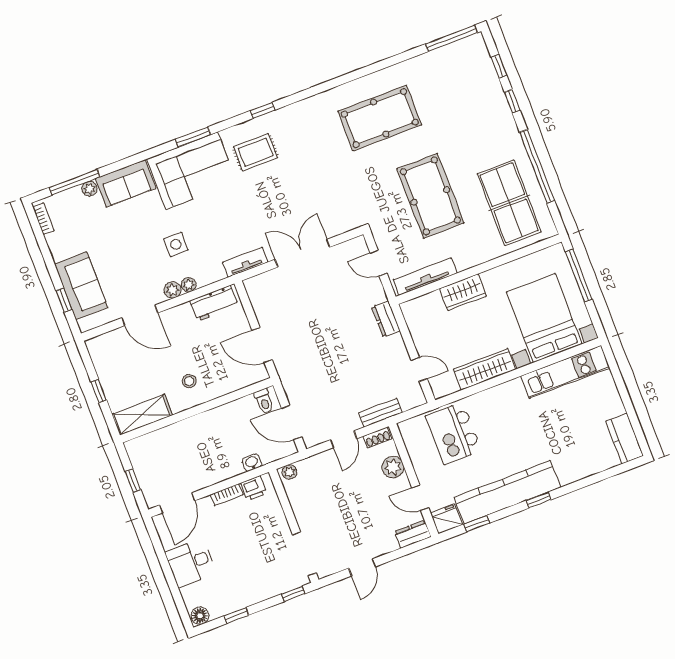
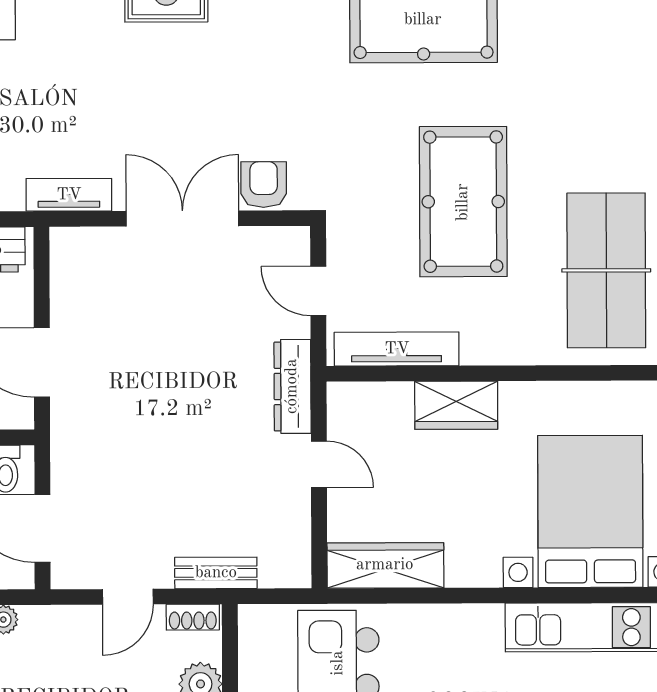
armchair: (334, 223) -> (264, 184), added
dresser: (386, 319) -> (292, 386), width x1.44
door: (419, 369) -> (319, 464), moved
wardrobe: (484, 369) -> (385, 565), moved

